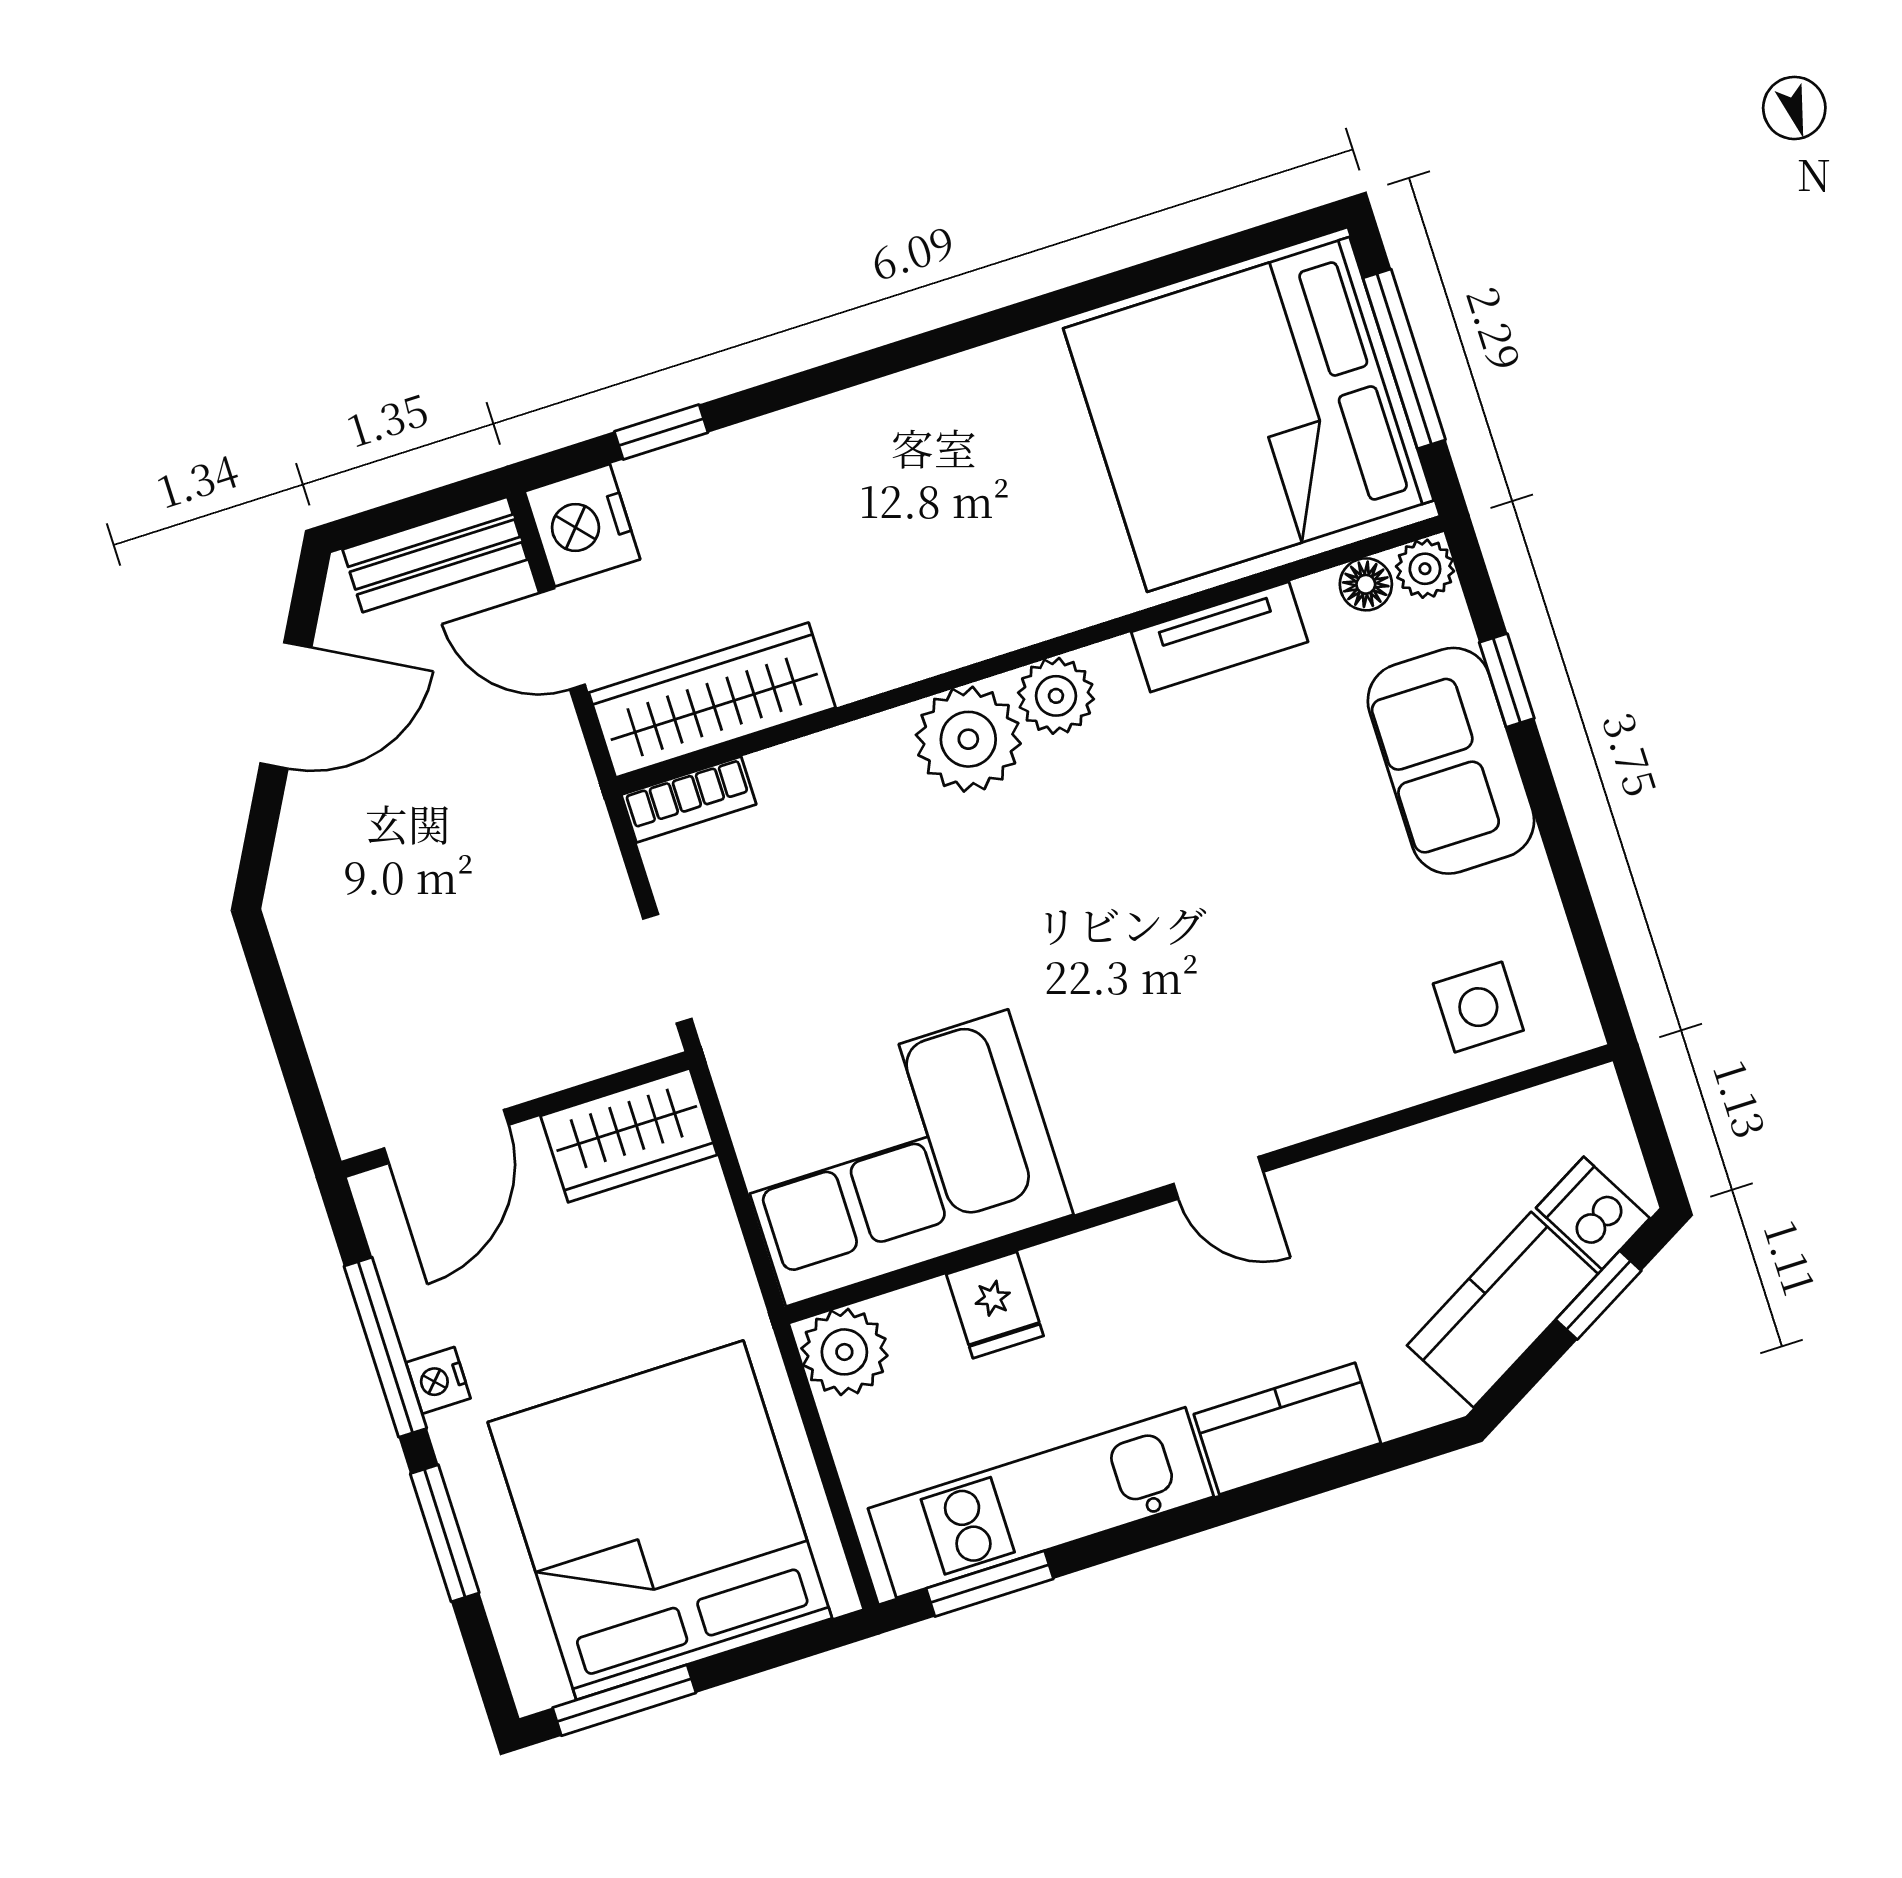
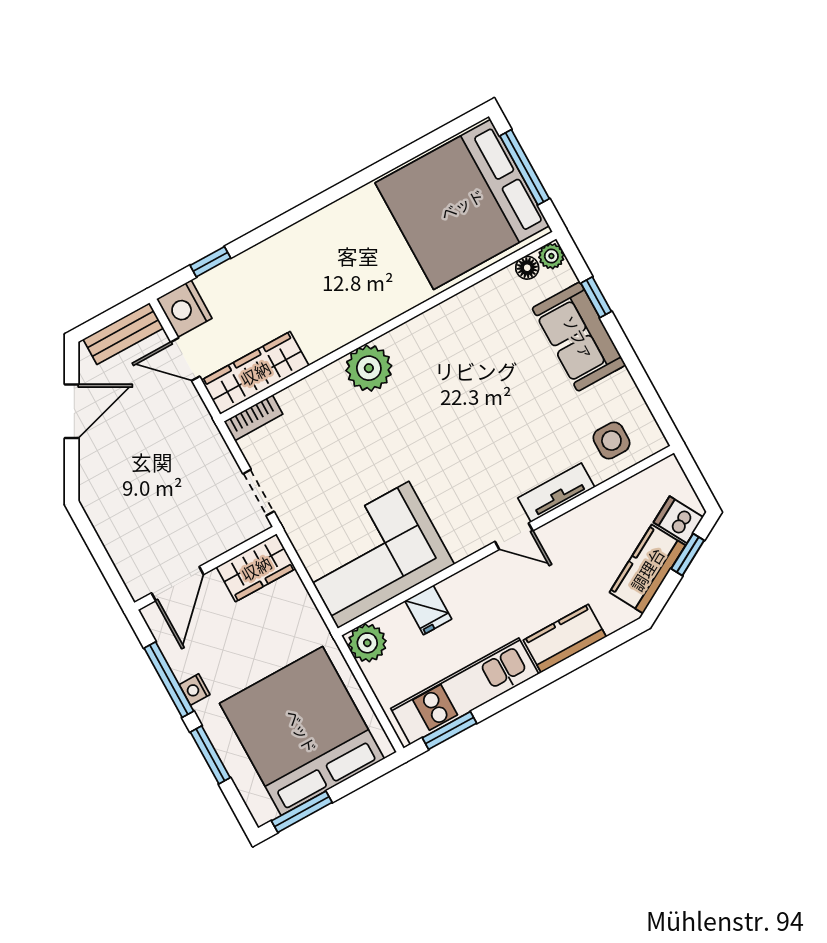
tv unit: (1220, 637) -> (556, 493), moved, turned 180
plant: (1056, 696) -> (403, 342), removed

